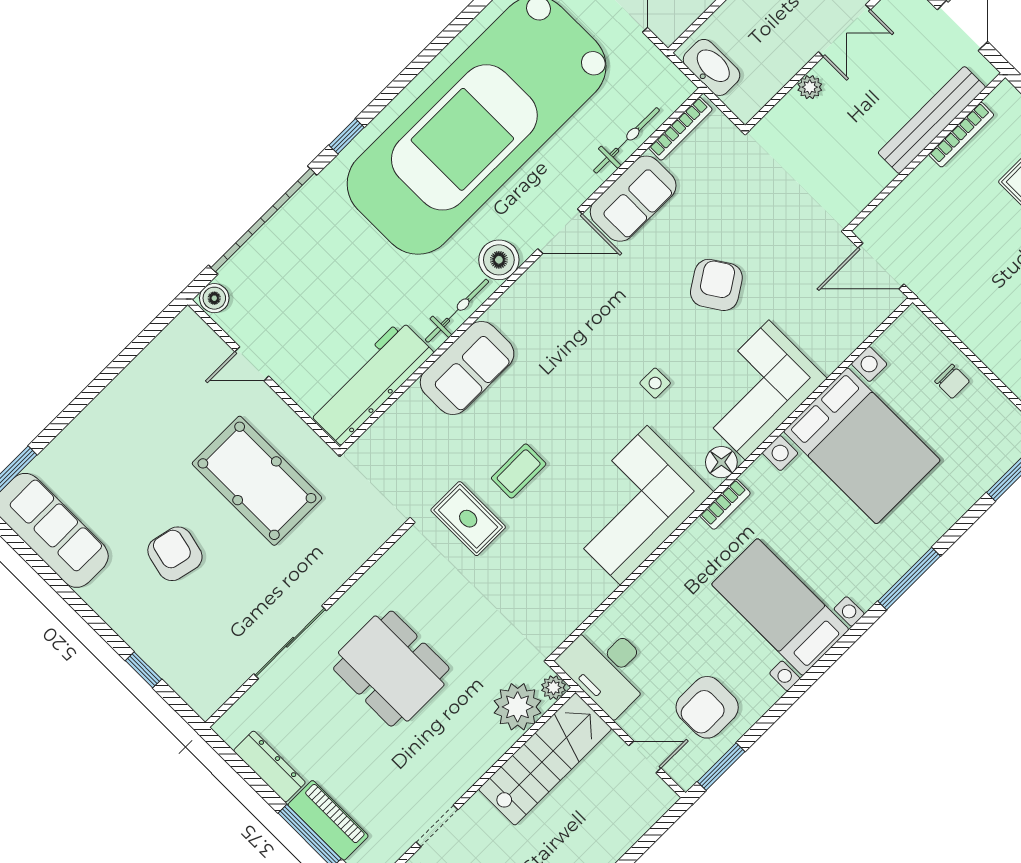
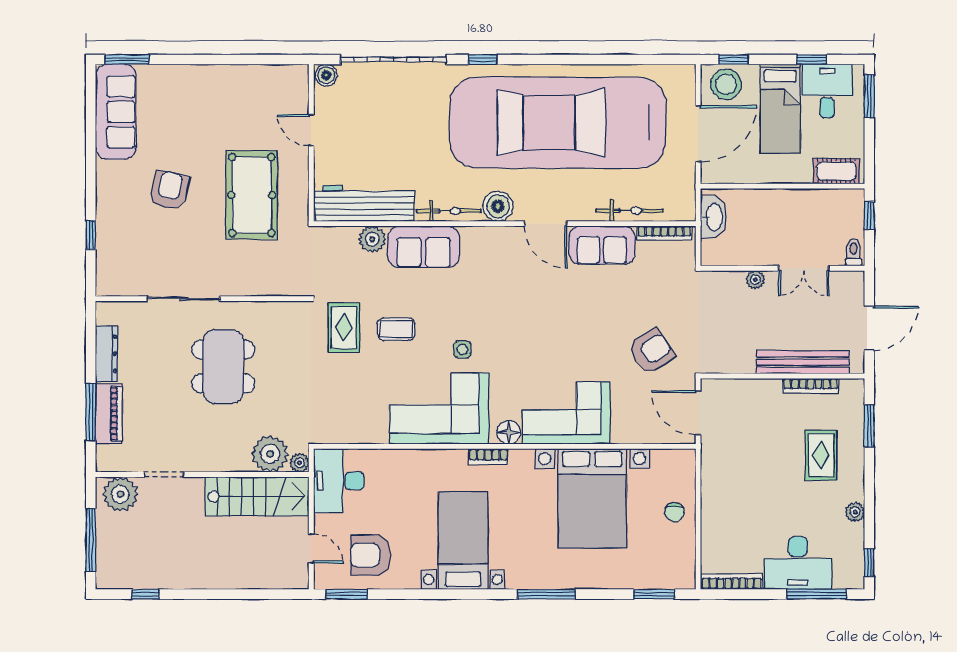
armchair: (716, 285) -> (651, 351), moved
side table: (655, 383) -> (462, 349), moved
plant: (412, 409) -> (372, 239), added

